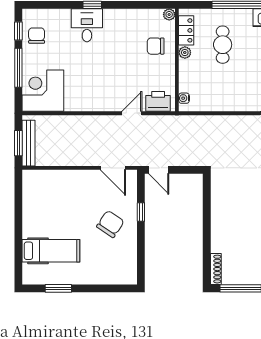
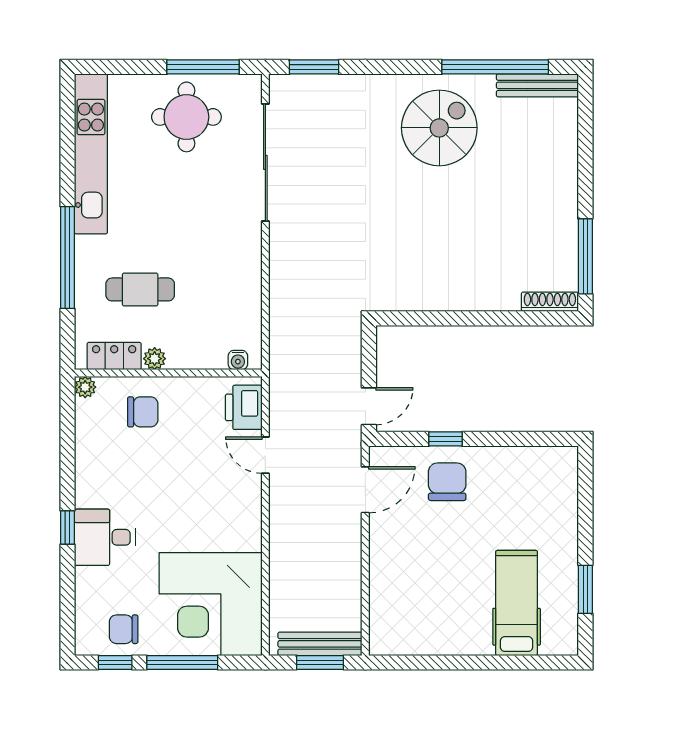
chair: (156, 46) -> (143, 412), turned -90
corner desk: (43, 91) -> (211, 604), width x1.36, depth x1.36
chair: (110, 224) -> (447, 482), moved, turned 56

